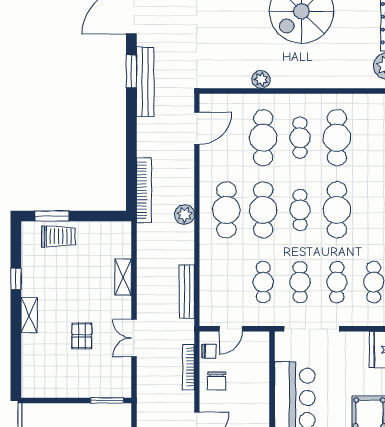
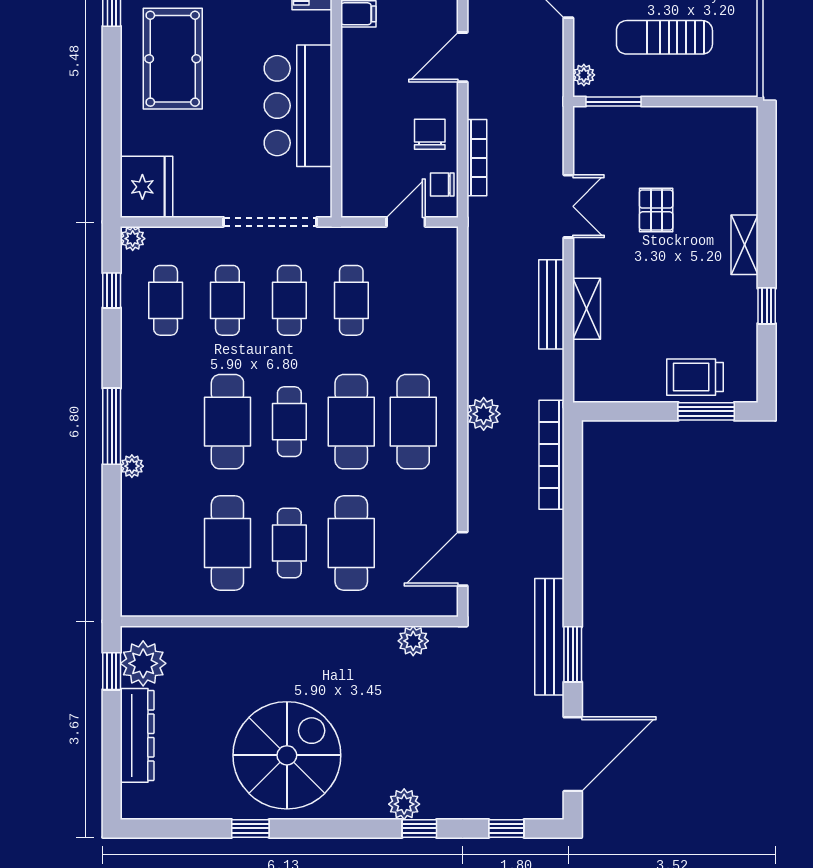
plant: (261, 79) -> (413, 641), moved
bench: (187, 292) -> (551, 304), moved
plant: (125, 416) -> (584, 75), added

